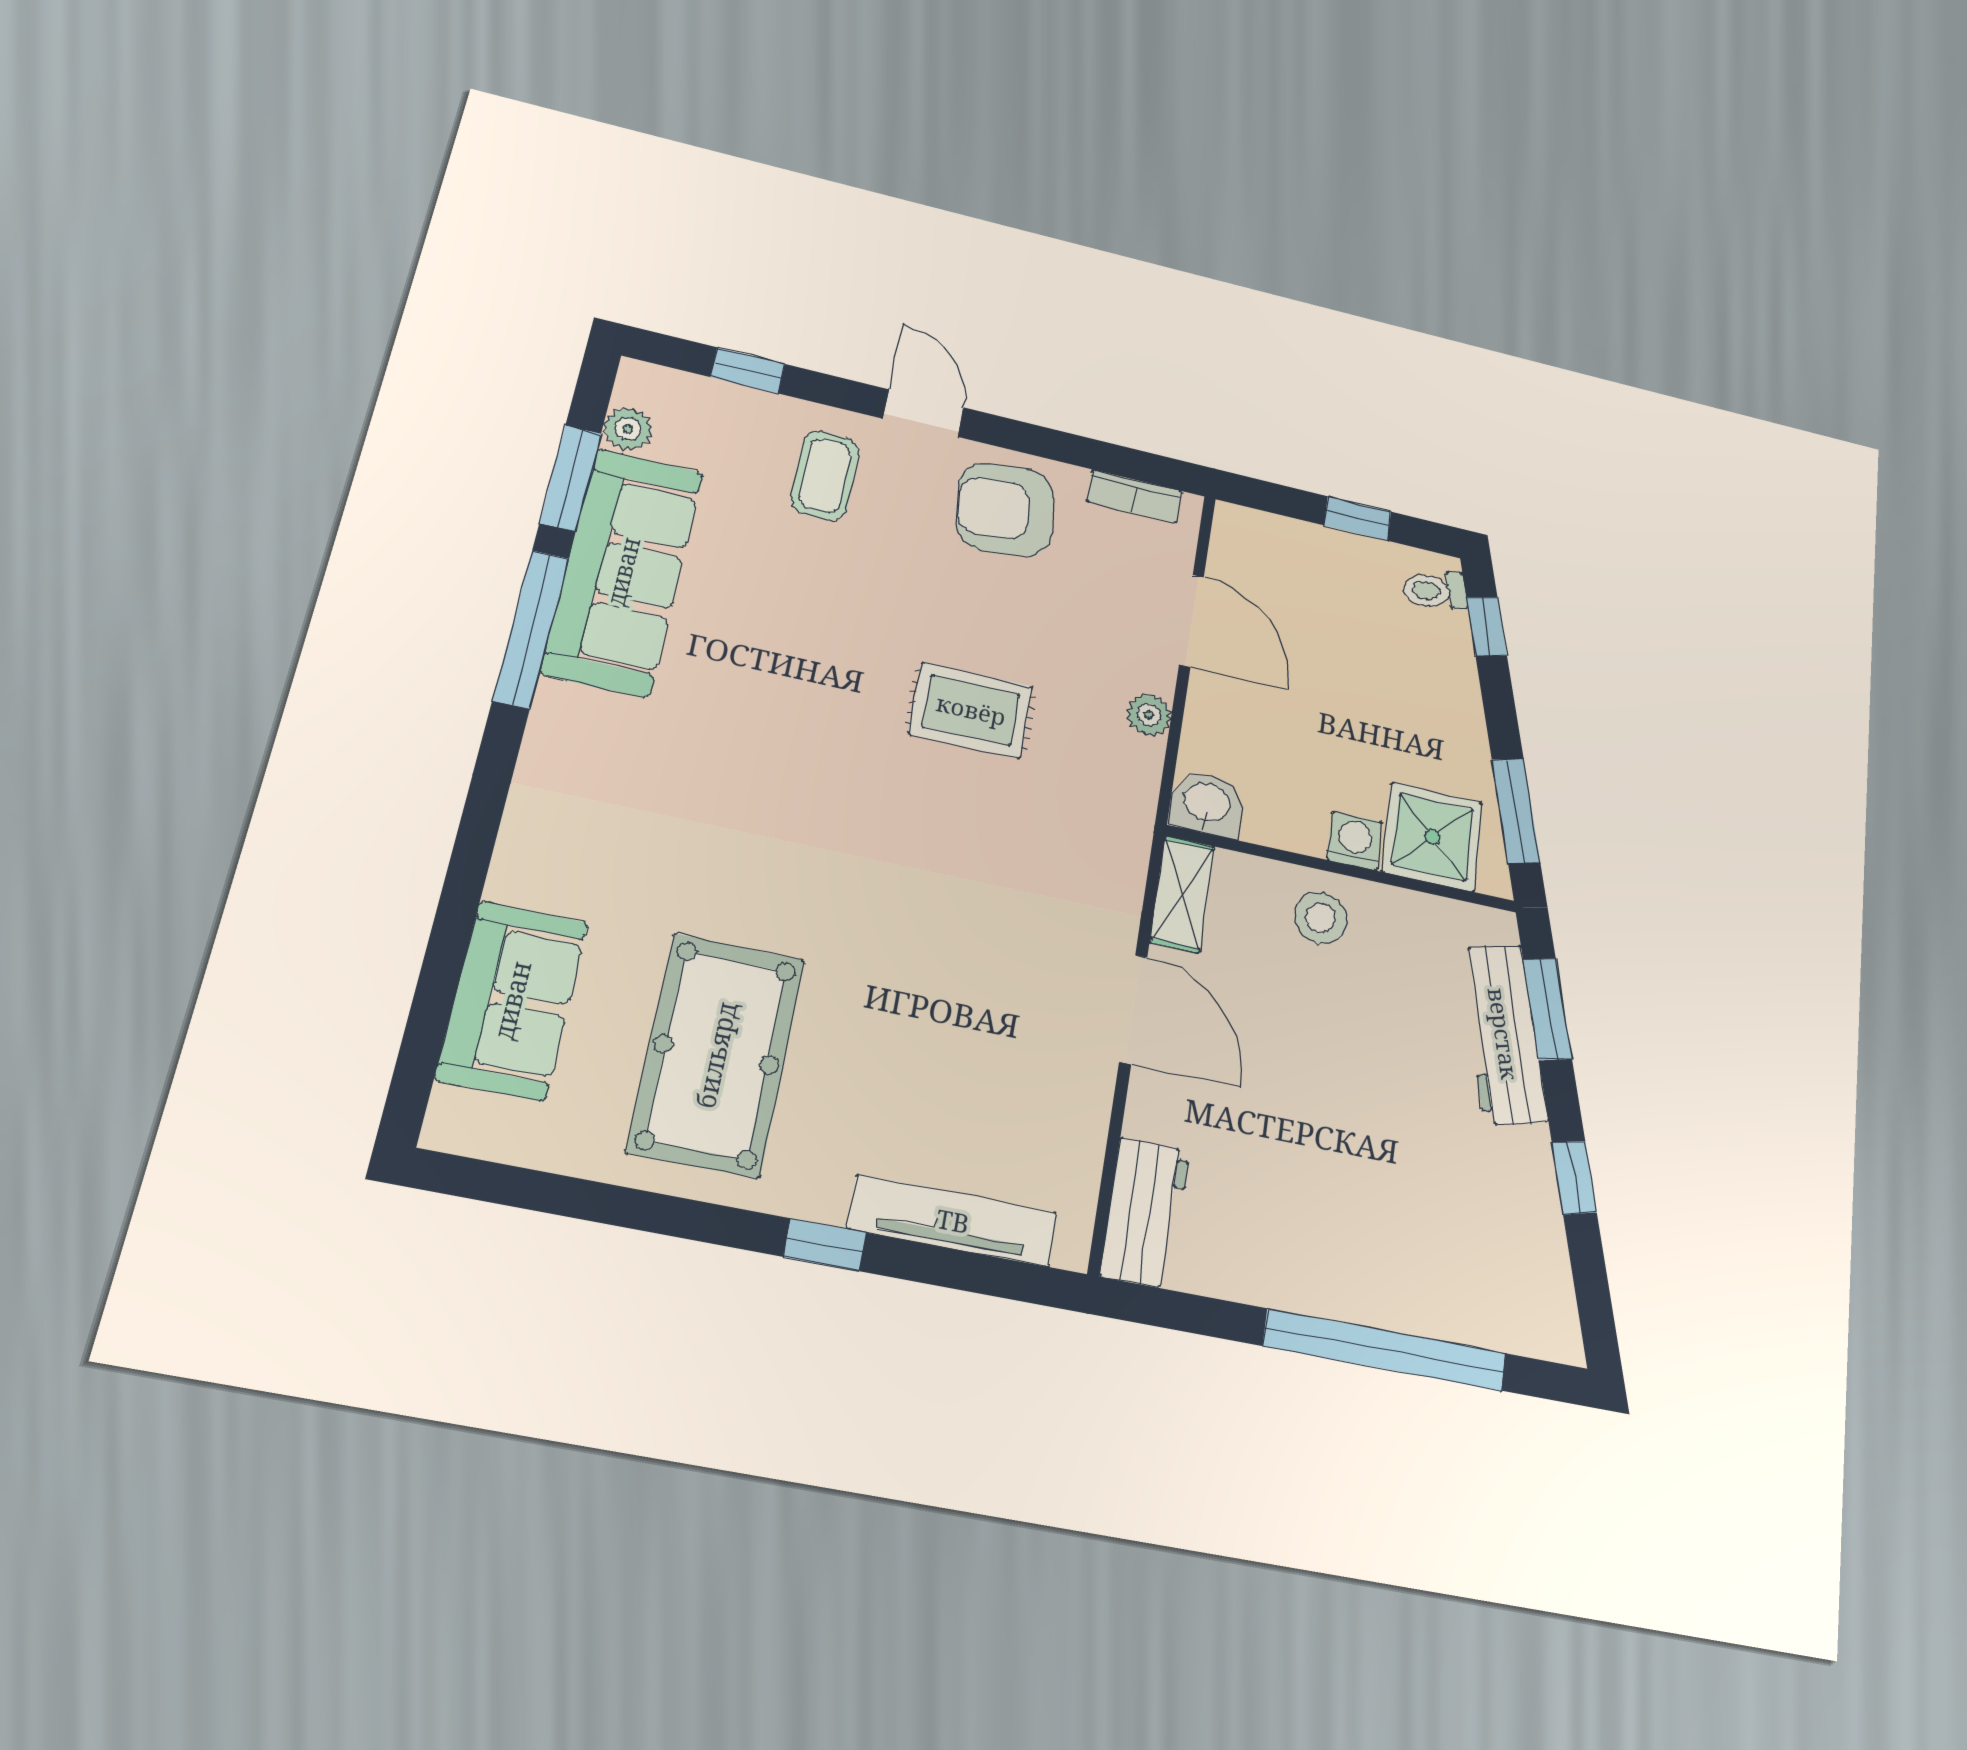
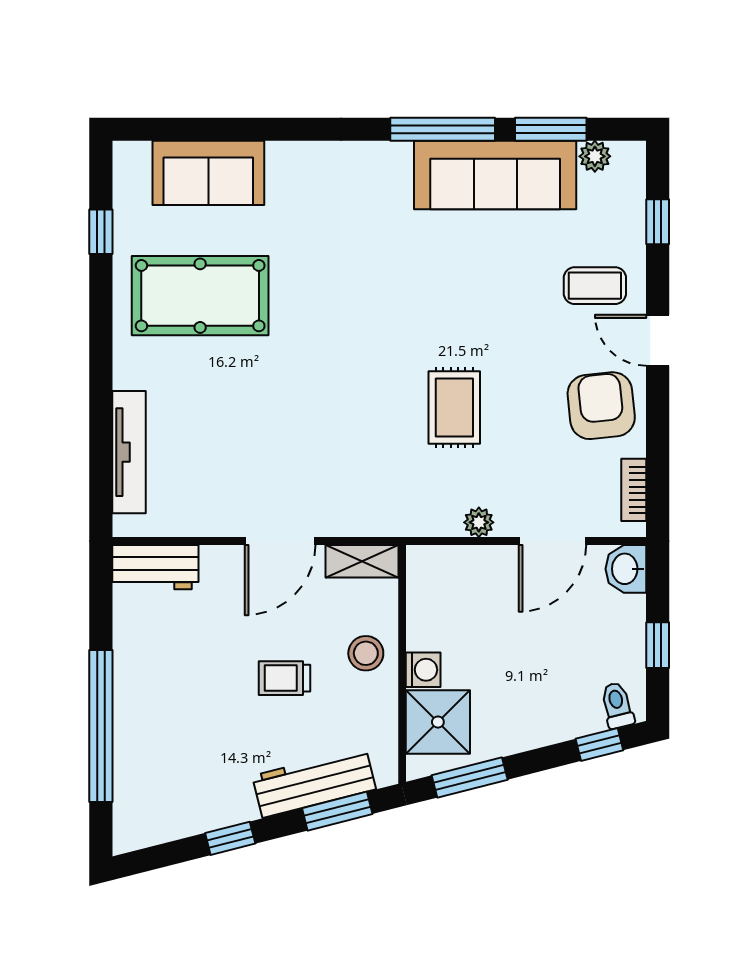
door: (923, 413) -> (658, 340), swing flipped
washbasin: (1207, 804) -> (626, 569), moved, turned 180
trolley: (1343, 1046) -> (284, 678), added
window: (825, 1245) -> (101, 232), moved

